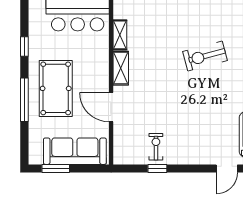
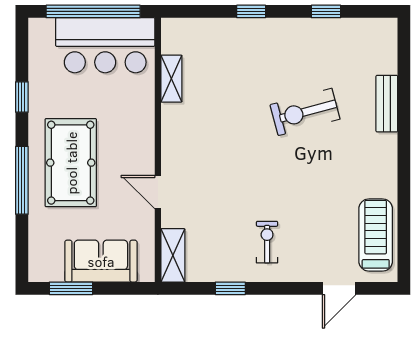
shelving: (121, 68) -> (173, 255), moved
door: (111, 107) -> (158, 192), width x0.73
exercise bike: (156, 147) -> (267, 242), moved
sofa: (75, 151) -> (101, 261), width x0.73

